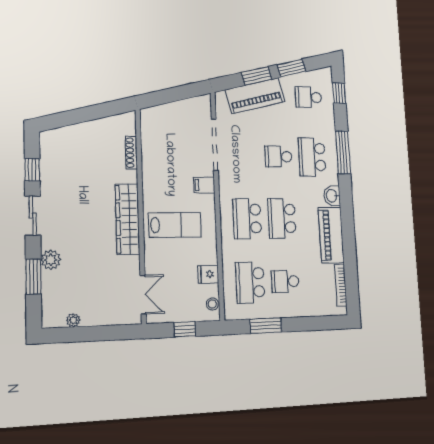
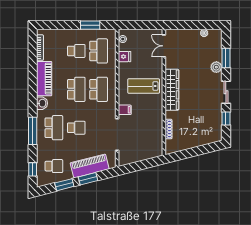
window: (185, 329) -> (140, 25), removed

